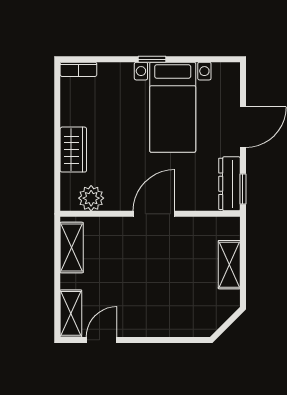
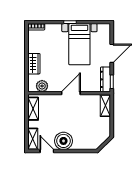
shelving: (229, 265) -> (105, 106), moved
boiler: (138, 318) -> (63, 141), added
door: (102, 340) -> (47, 151), hinge flipped

